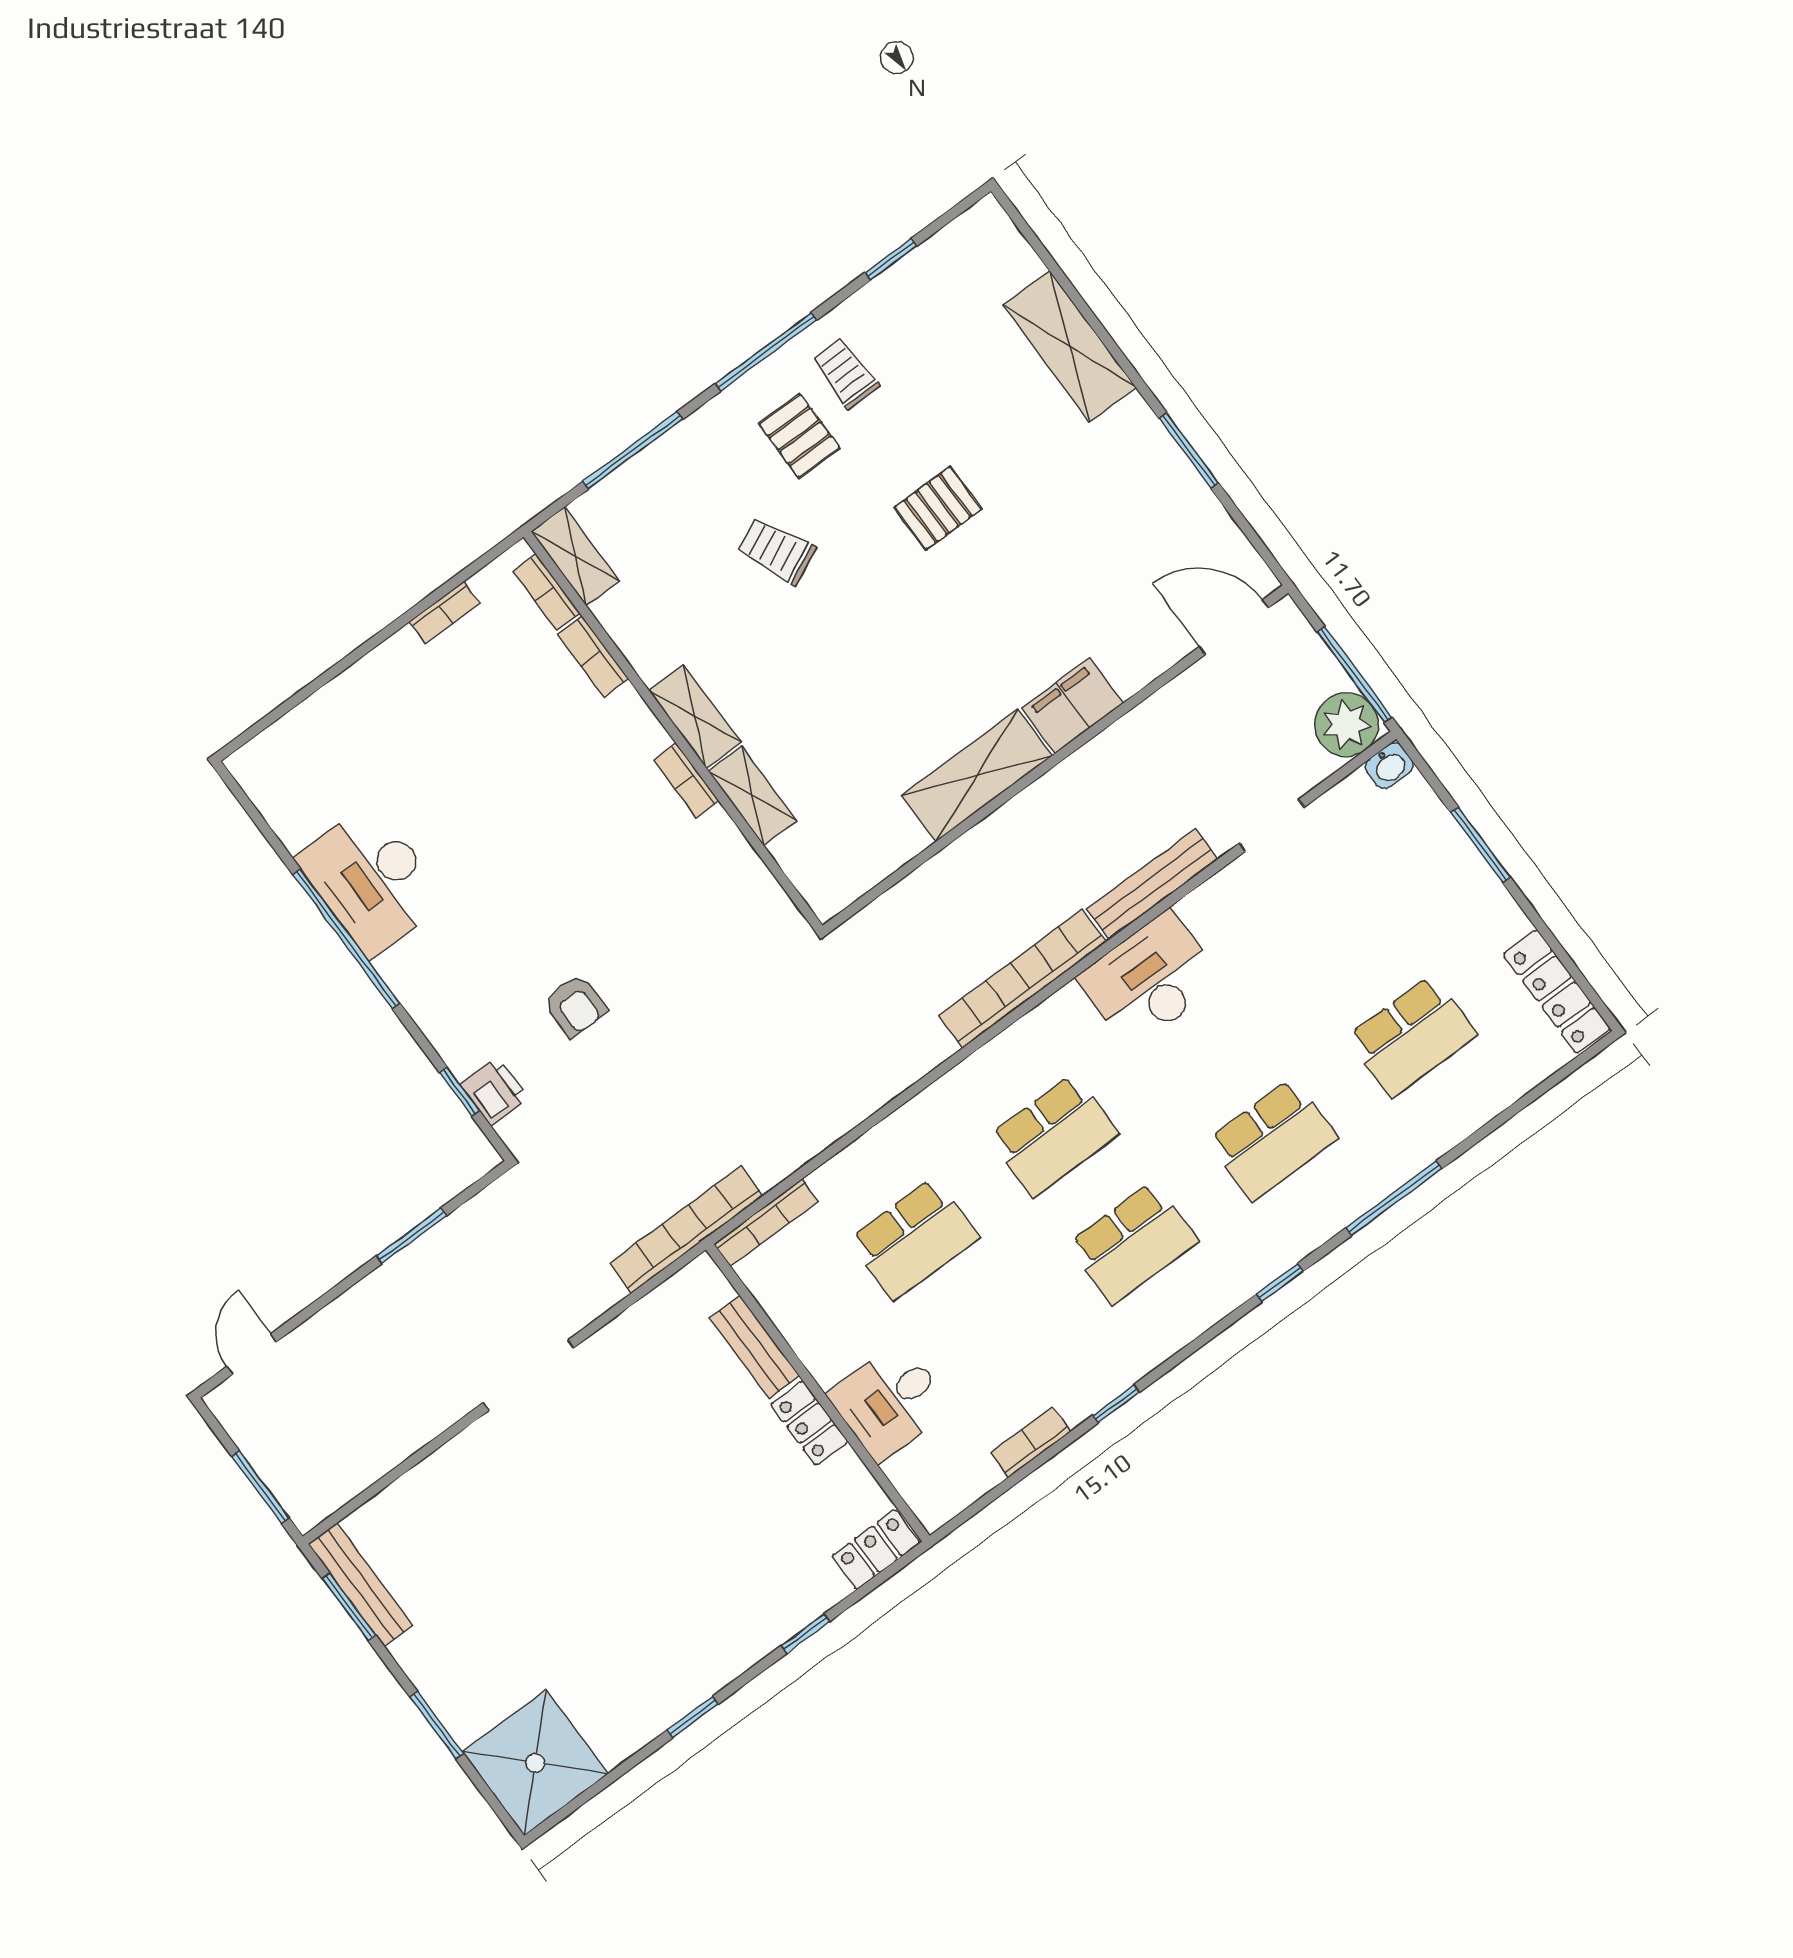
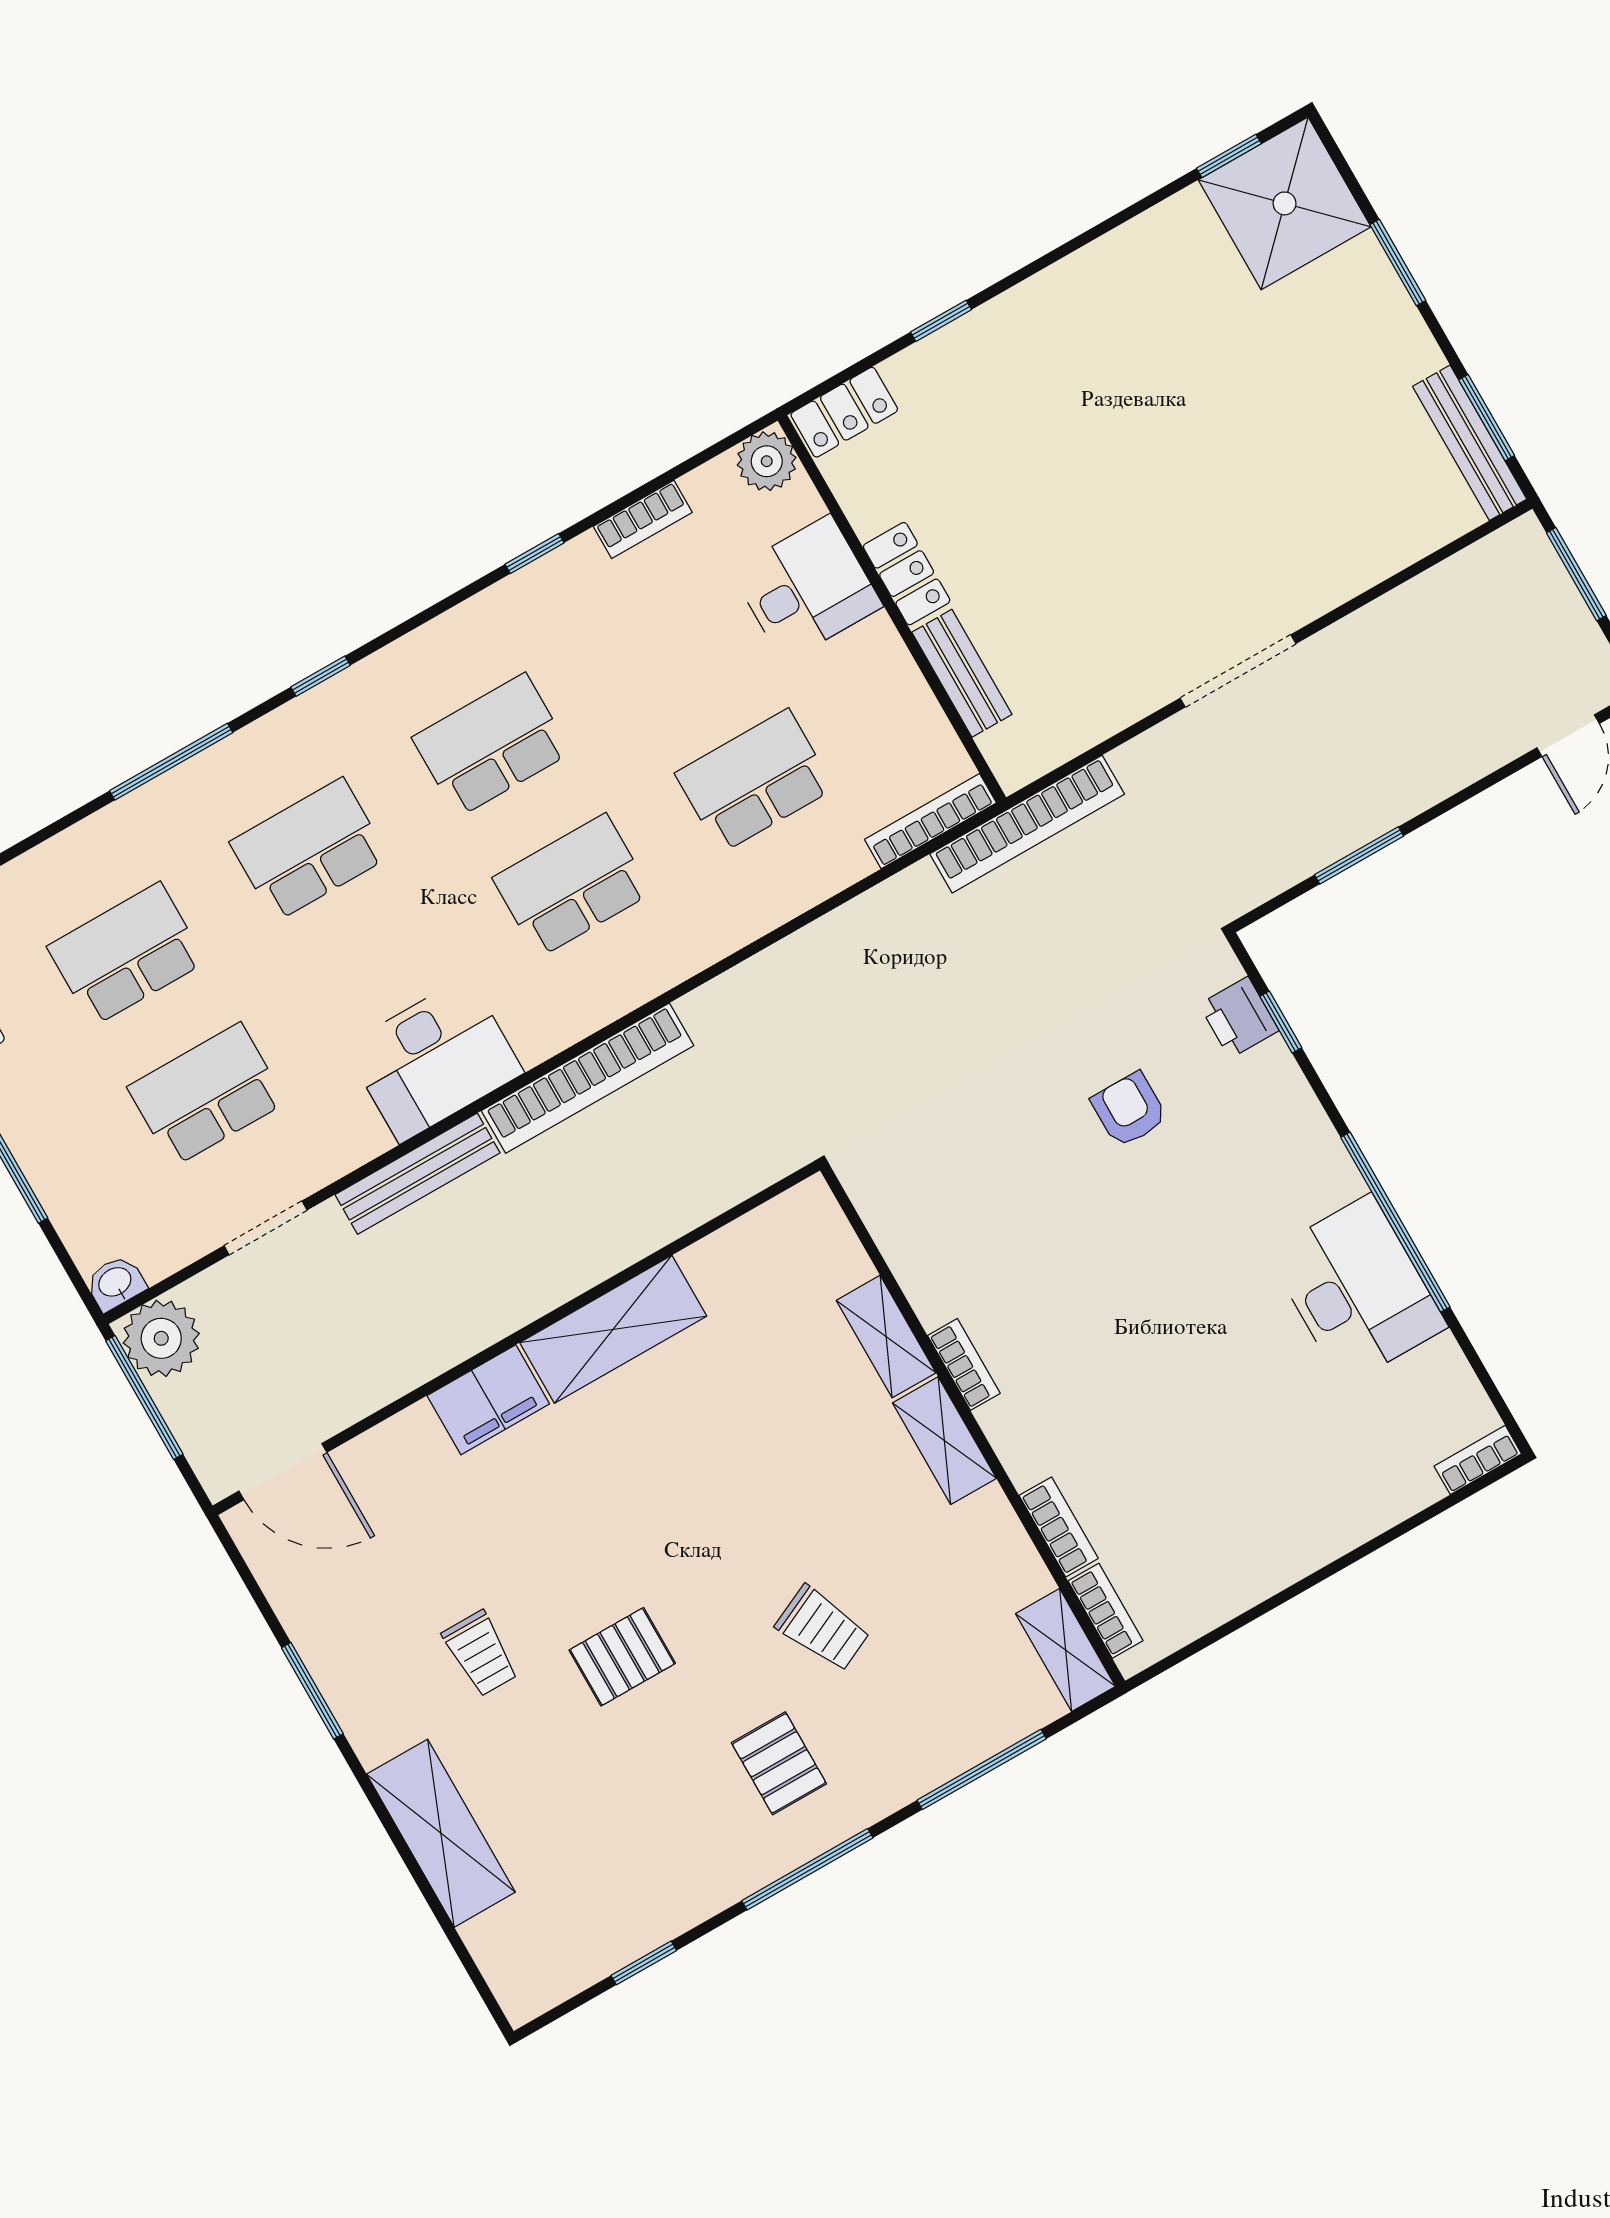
trolley: (846, 374) -> (480, 1653), moved
bookcase: (444, 612) -> (1478, 1460), moved
school desk: (1333, 929) -> (207, 1095), added
plant: (935, 1502) -> (767, 461), added
window: (693, 1717) -> (1229, 156), moved

